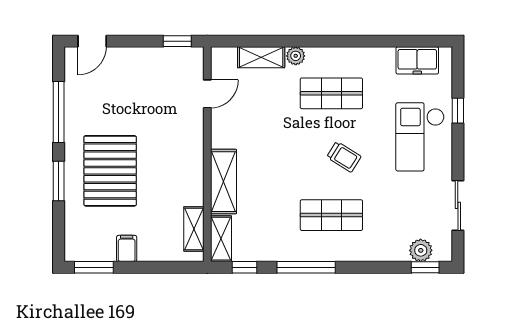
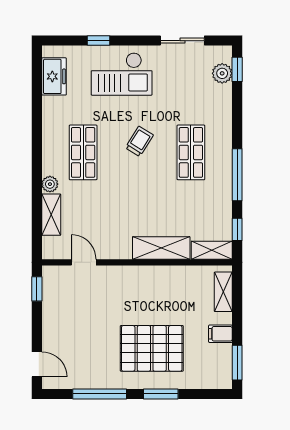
shelving: (194, 229) -> (223, 292), moved, turned 90

